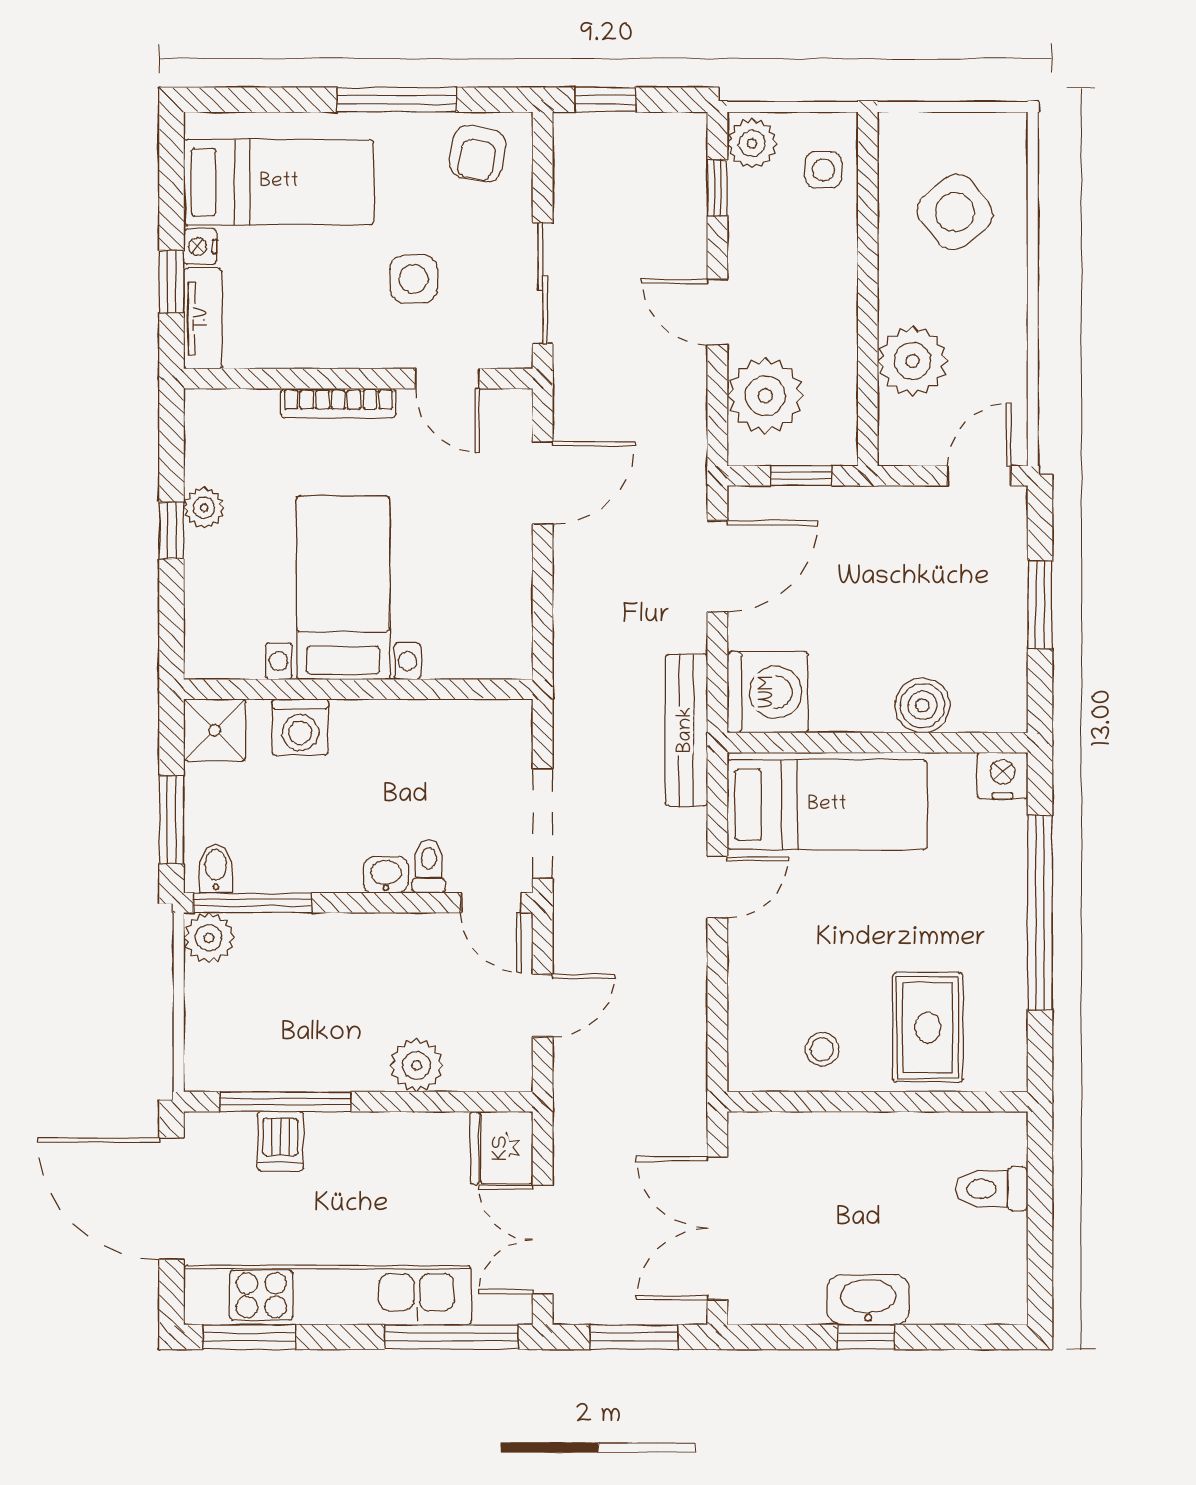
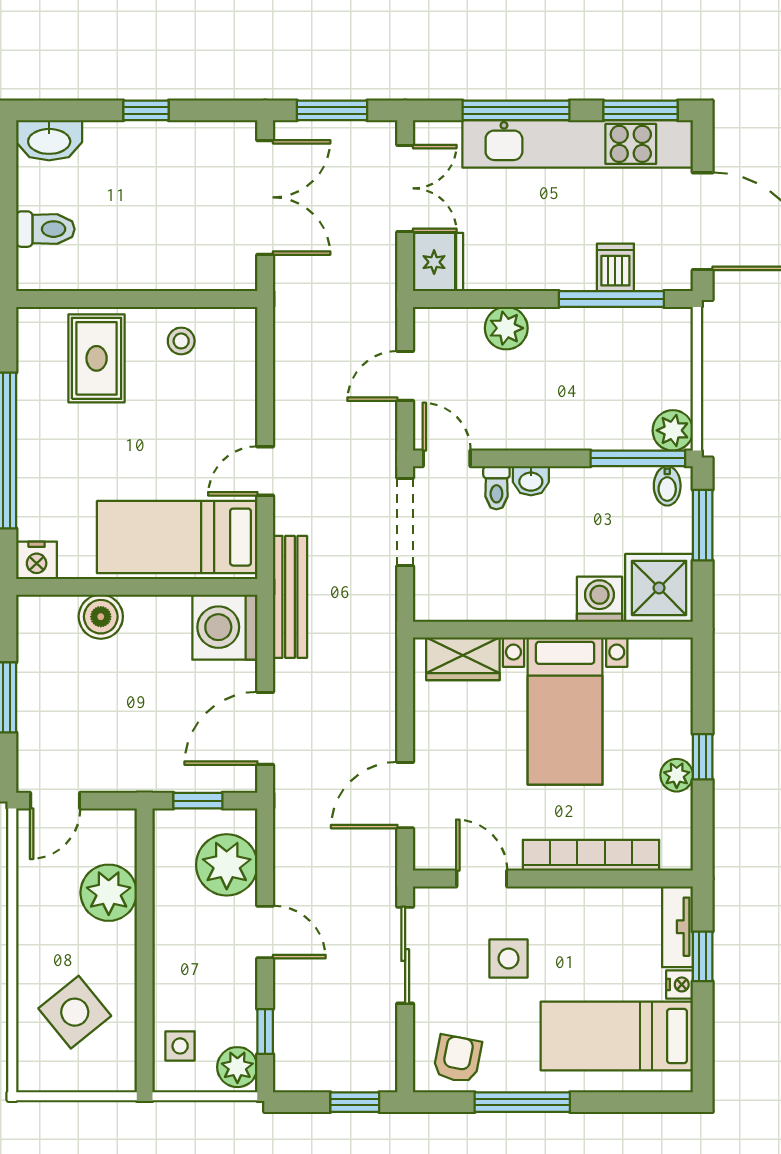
bookcase: (338, 403) -> (591, 855), width x1.48, depth x1.31
wardrobe: (471, 653) -> (463, 659), added
shower: (215, 730) -> (659, 588), width x1.36, depth x1.36
washbasin: (868, 1300) -> (49, 140), moved
window: (451, 1337) -> (516, 110), moved

